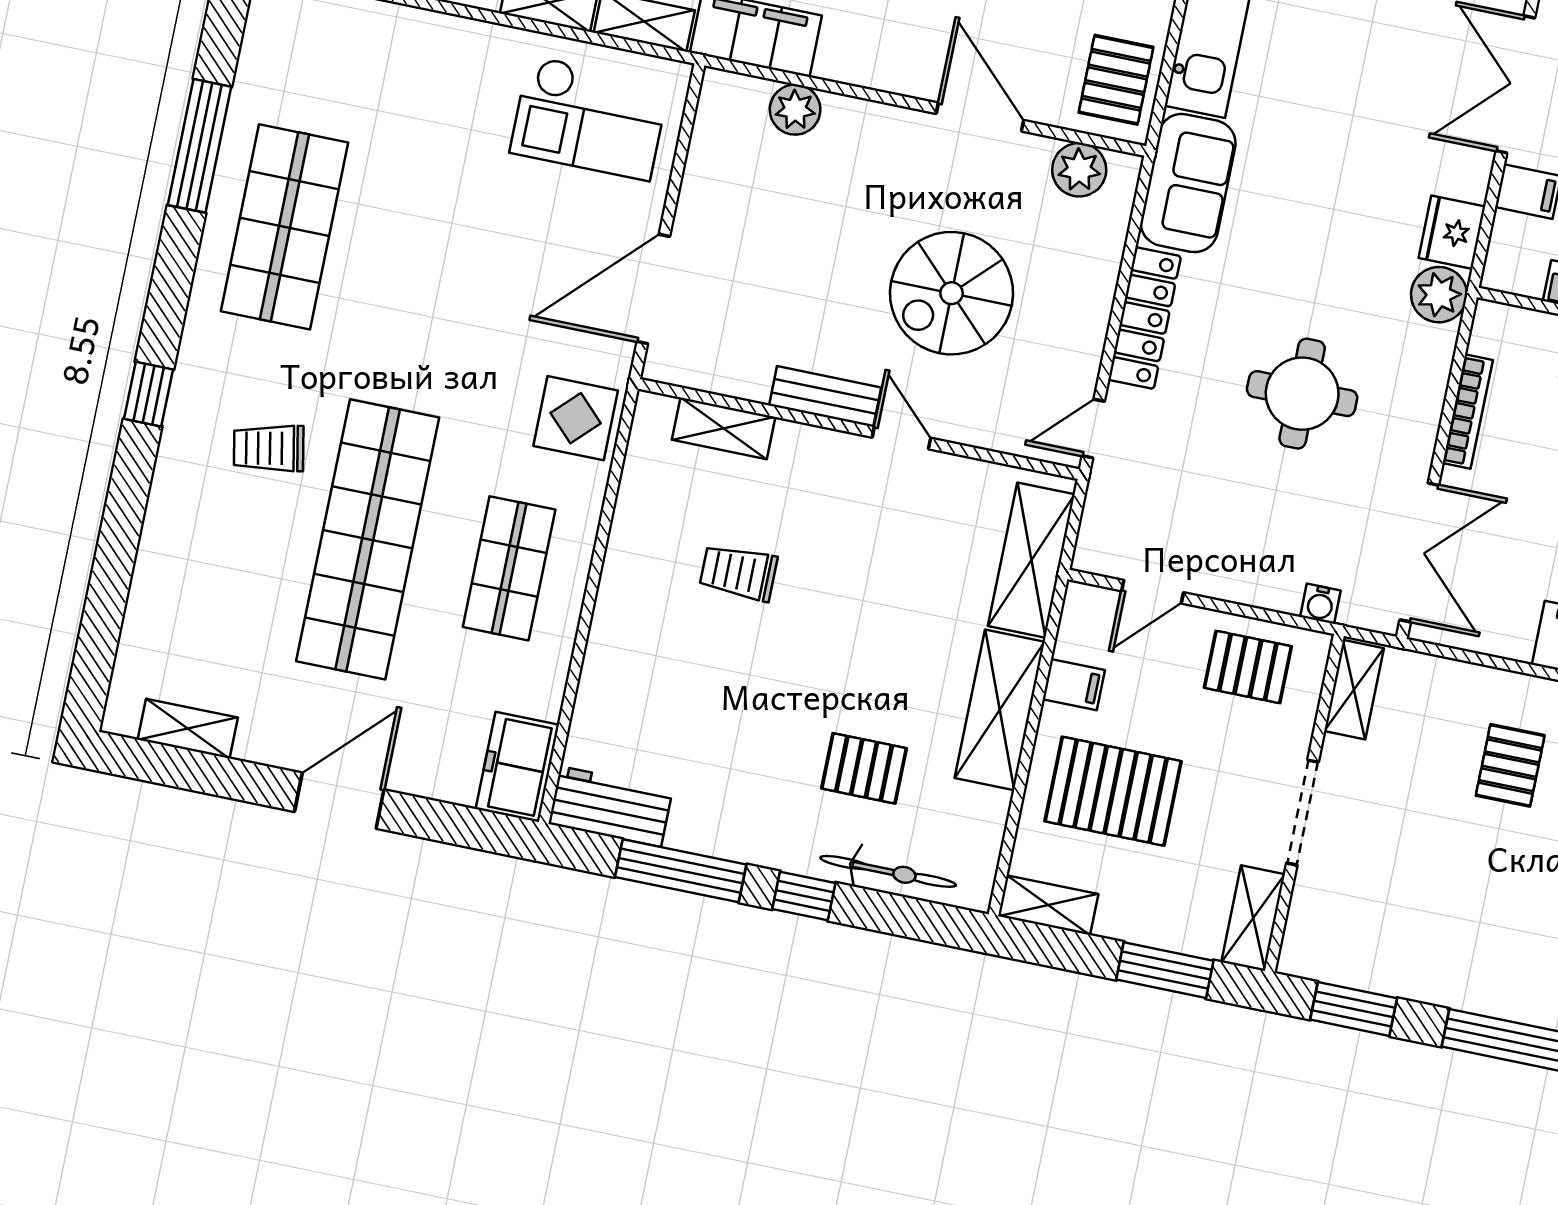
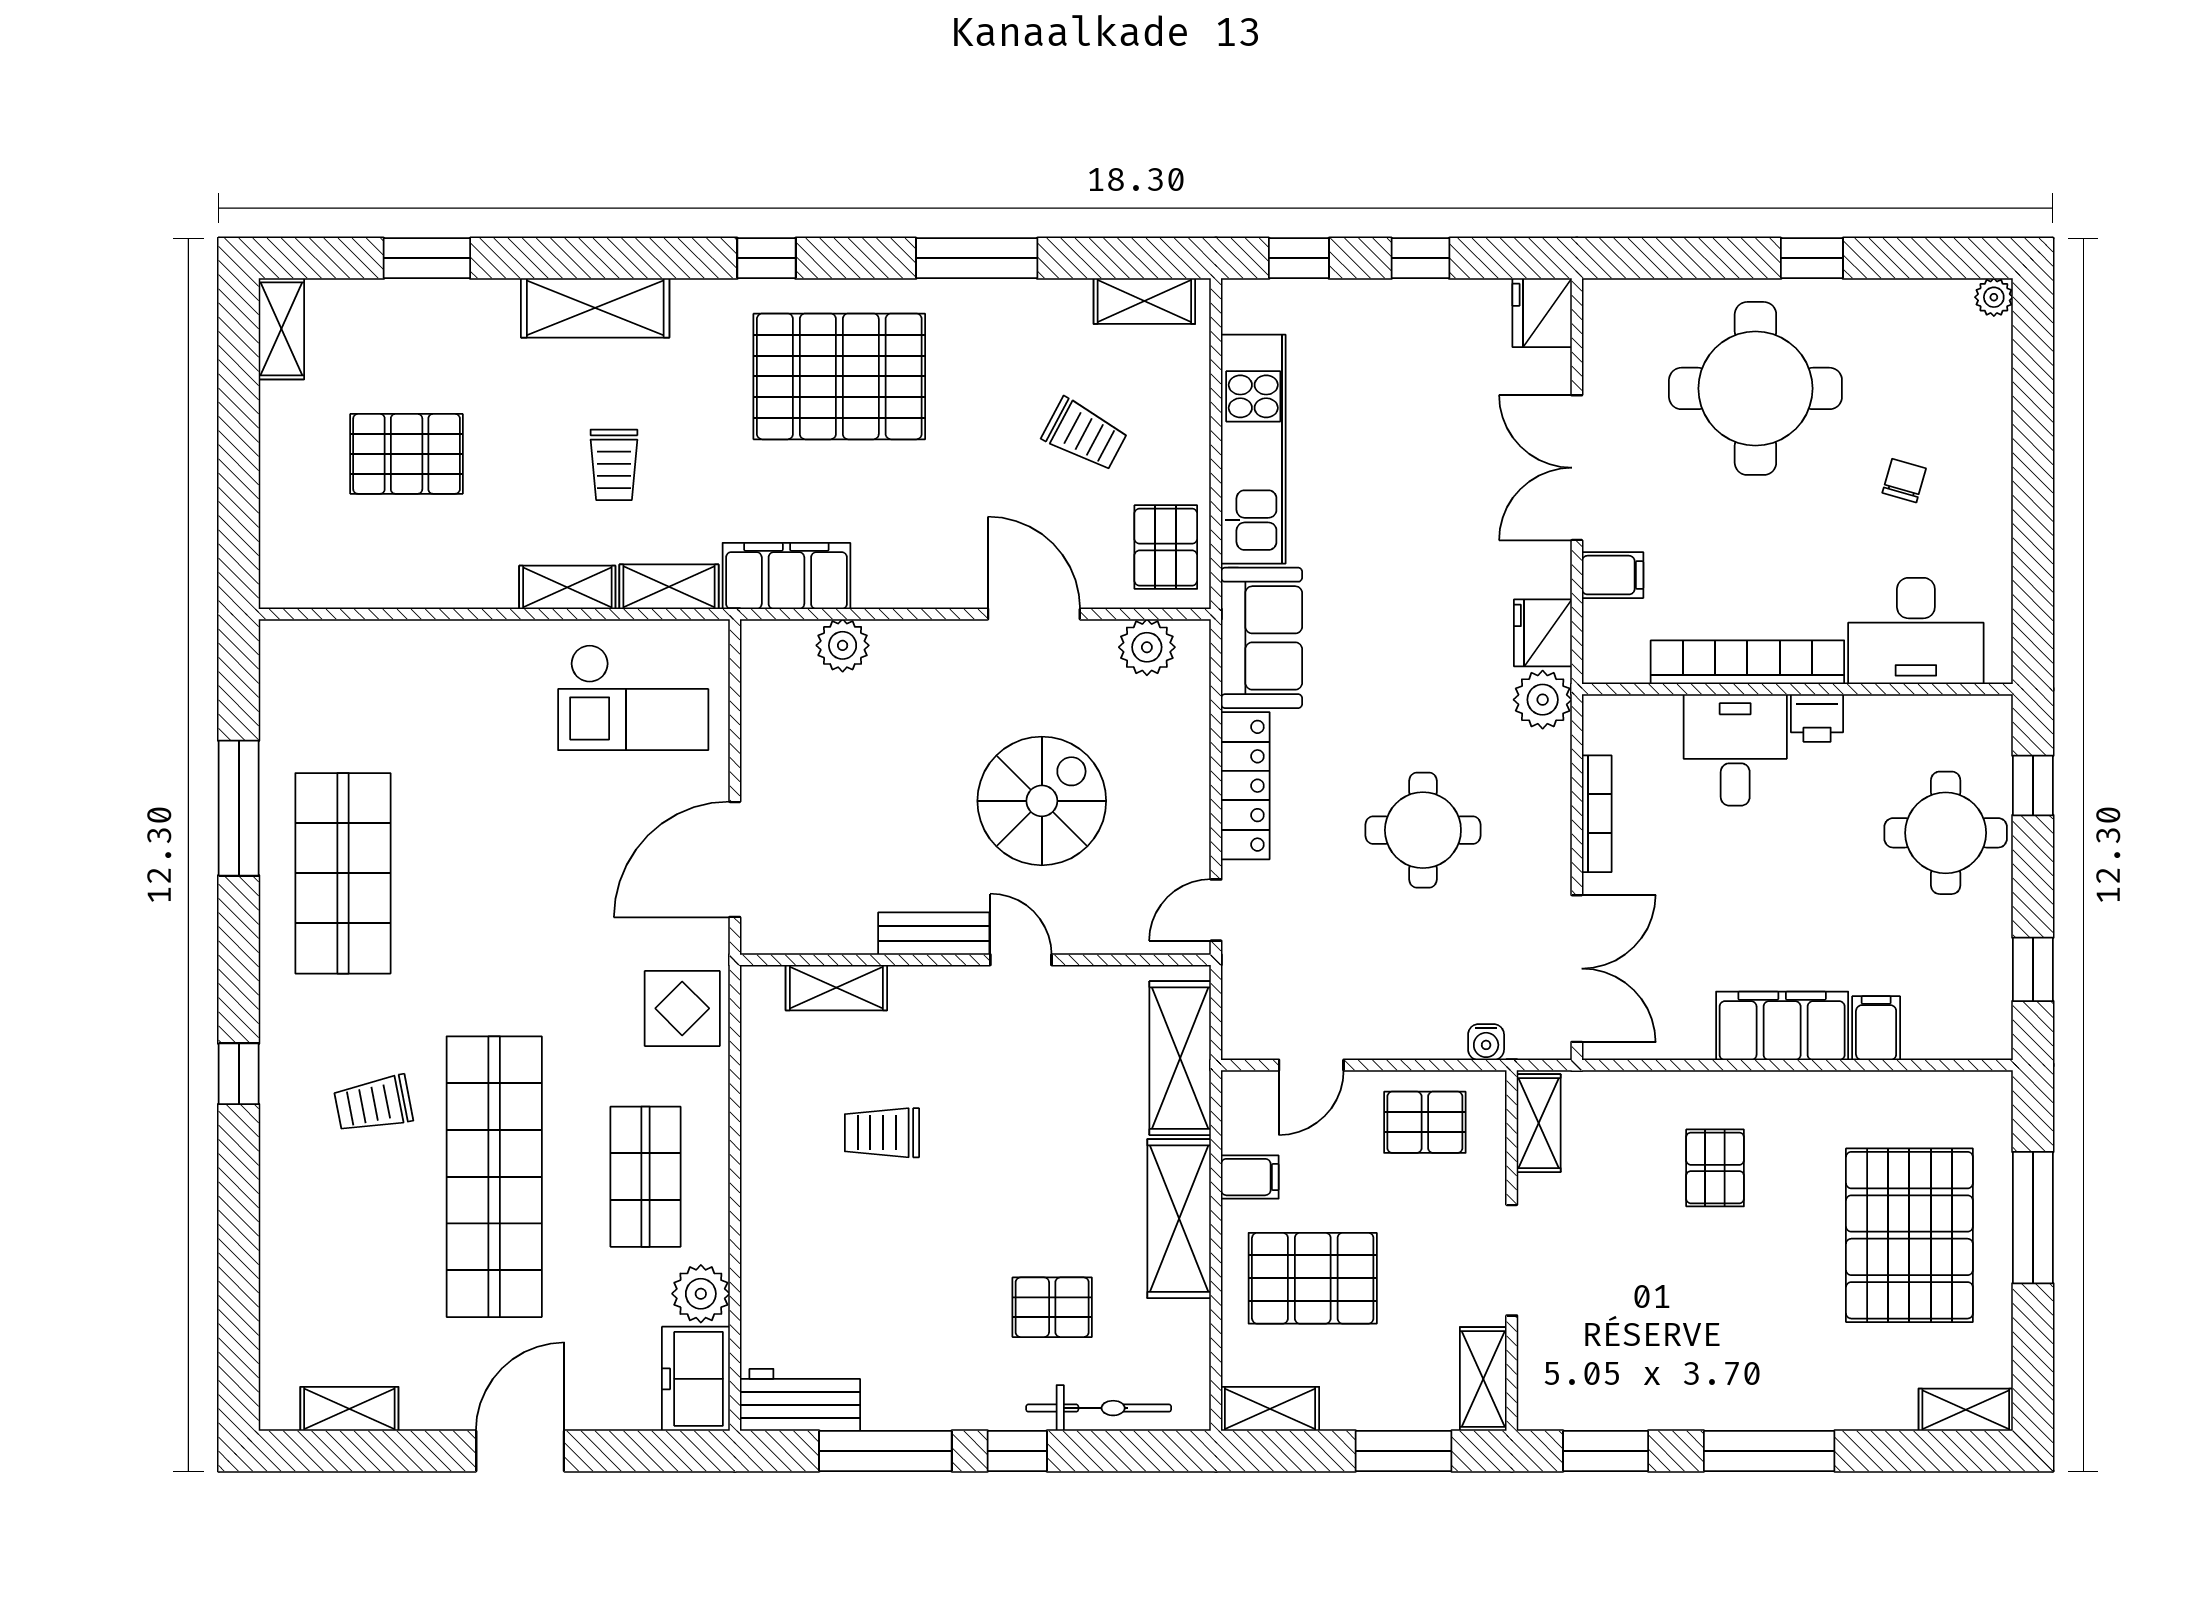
spiral stairs: (951, 293) -> (1042, 801), turned 180
plant: (538, 688) -> (701, 1294), added

